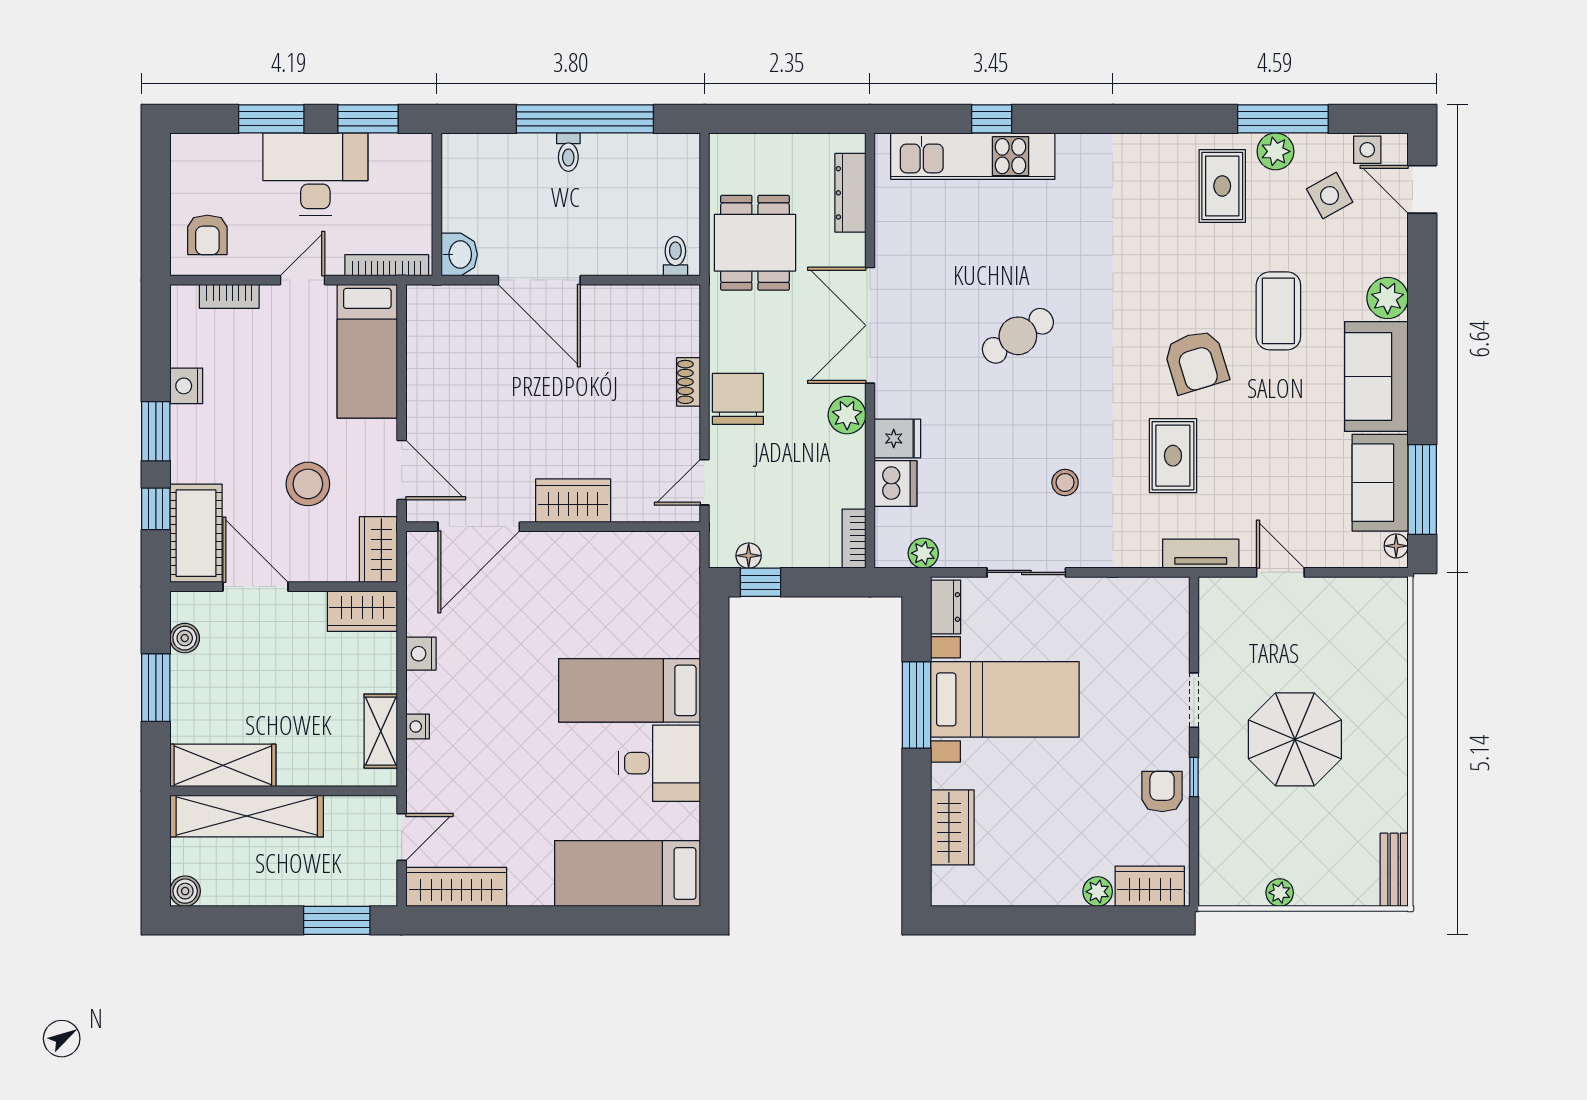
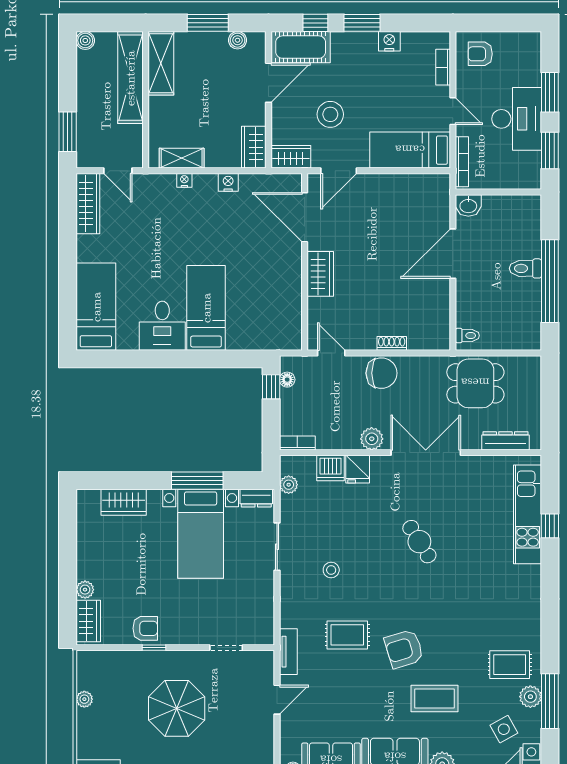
toilet: (568, 152) -> (525, 268), width x1.37, depth x1.39
doorway: (1194, 700) -> (226, 648), moved

